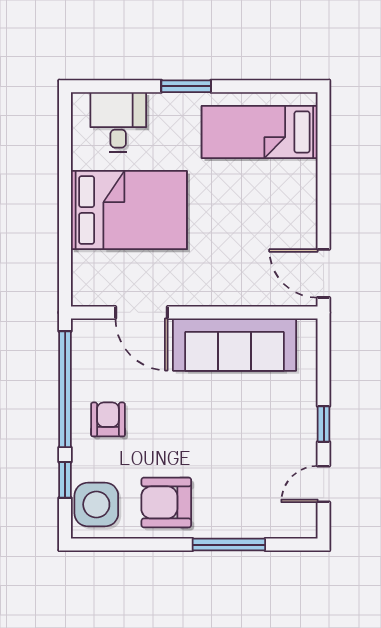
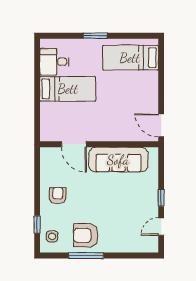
desk: (118, 122) -> (54, 62), moved, turned -90
bed: (129, 210) -> (68, 89), width x0.67
window: (65, 389) -> (37, 181), removed
side table: (96, 504) -> (52, 236), width x0.54, depth x0.54
window: (229, 545) -> (86, 256), moved

